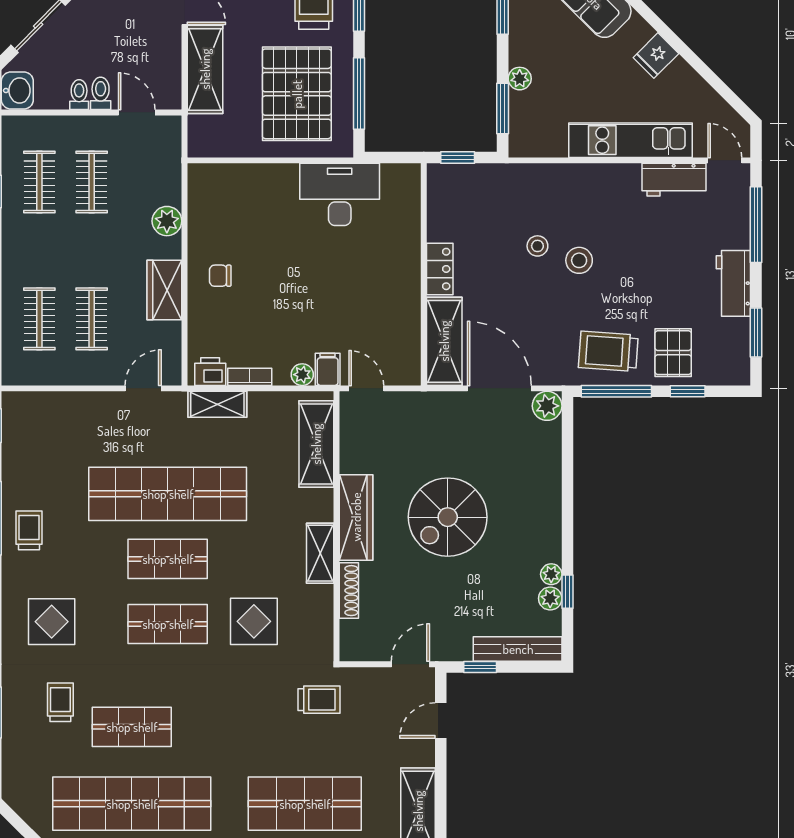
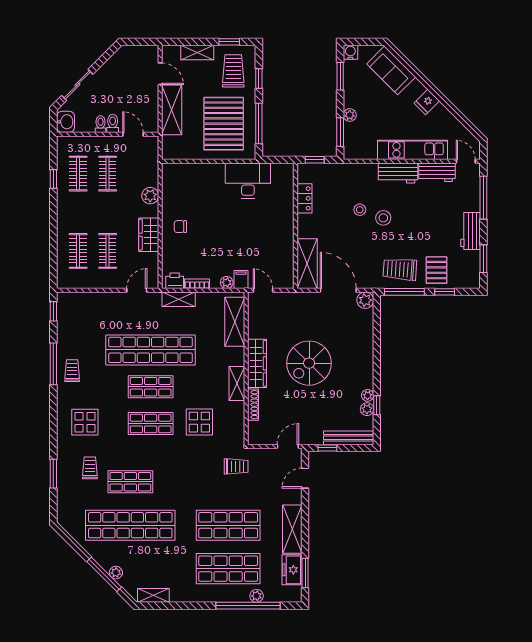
workbench: (605, 181) -> (398, 173), added
locker: (440, 269) -> (304, 198), moved

